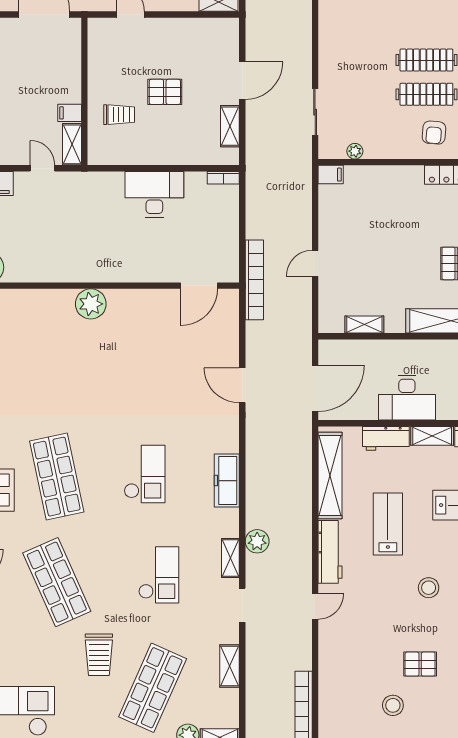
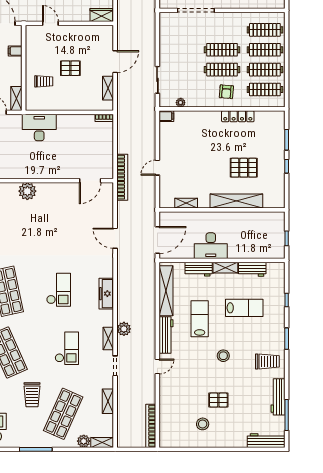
filing cabinet: (70, 113) -> (15, 51), moved
desk: (154, 194) -> (39, 128), moved

